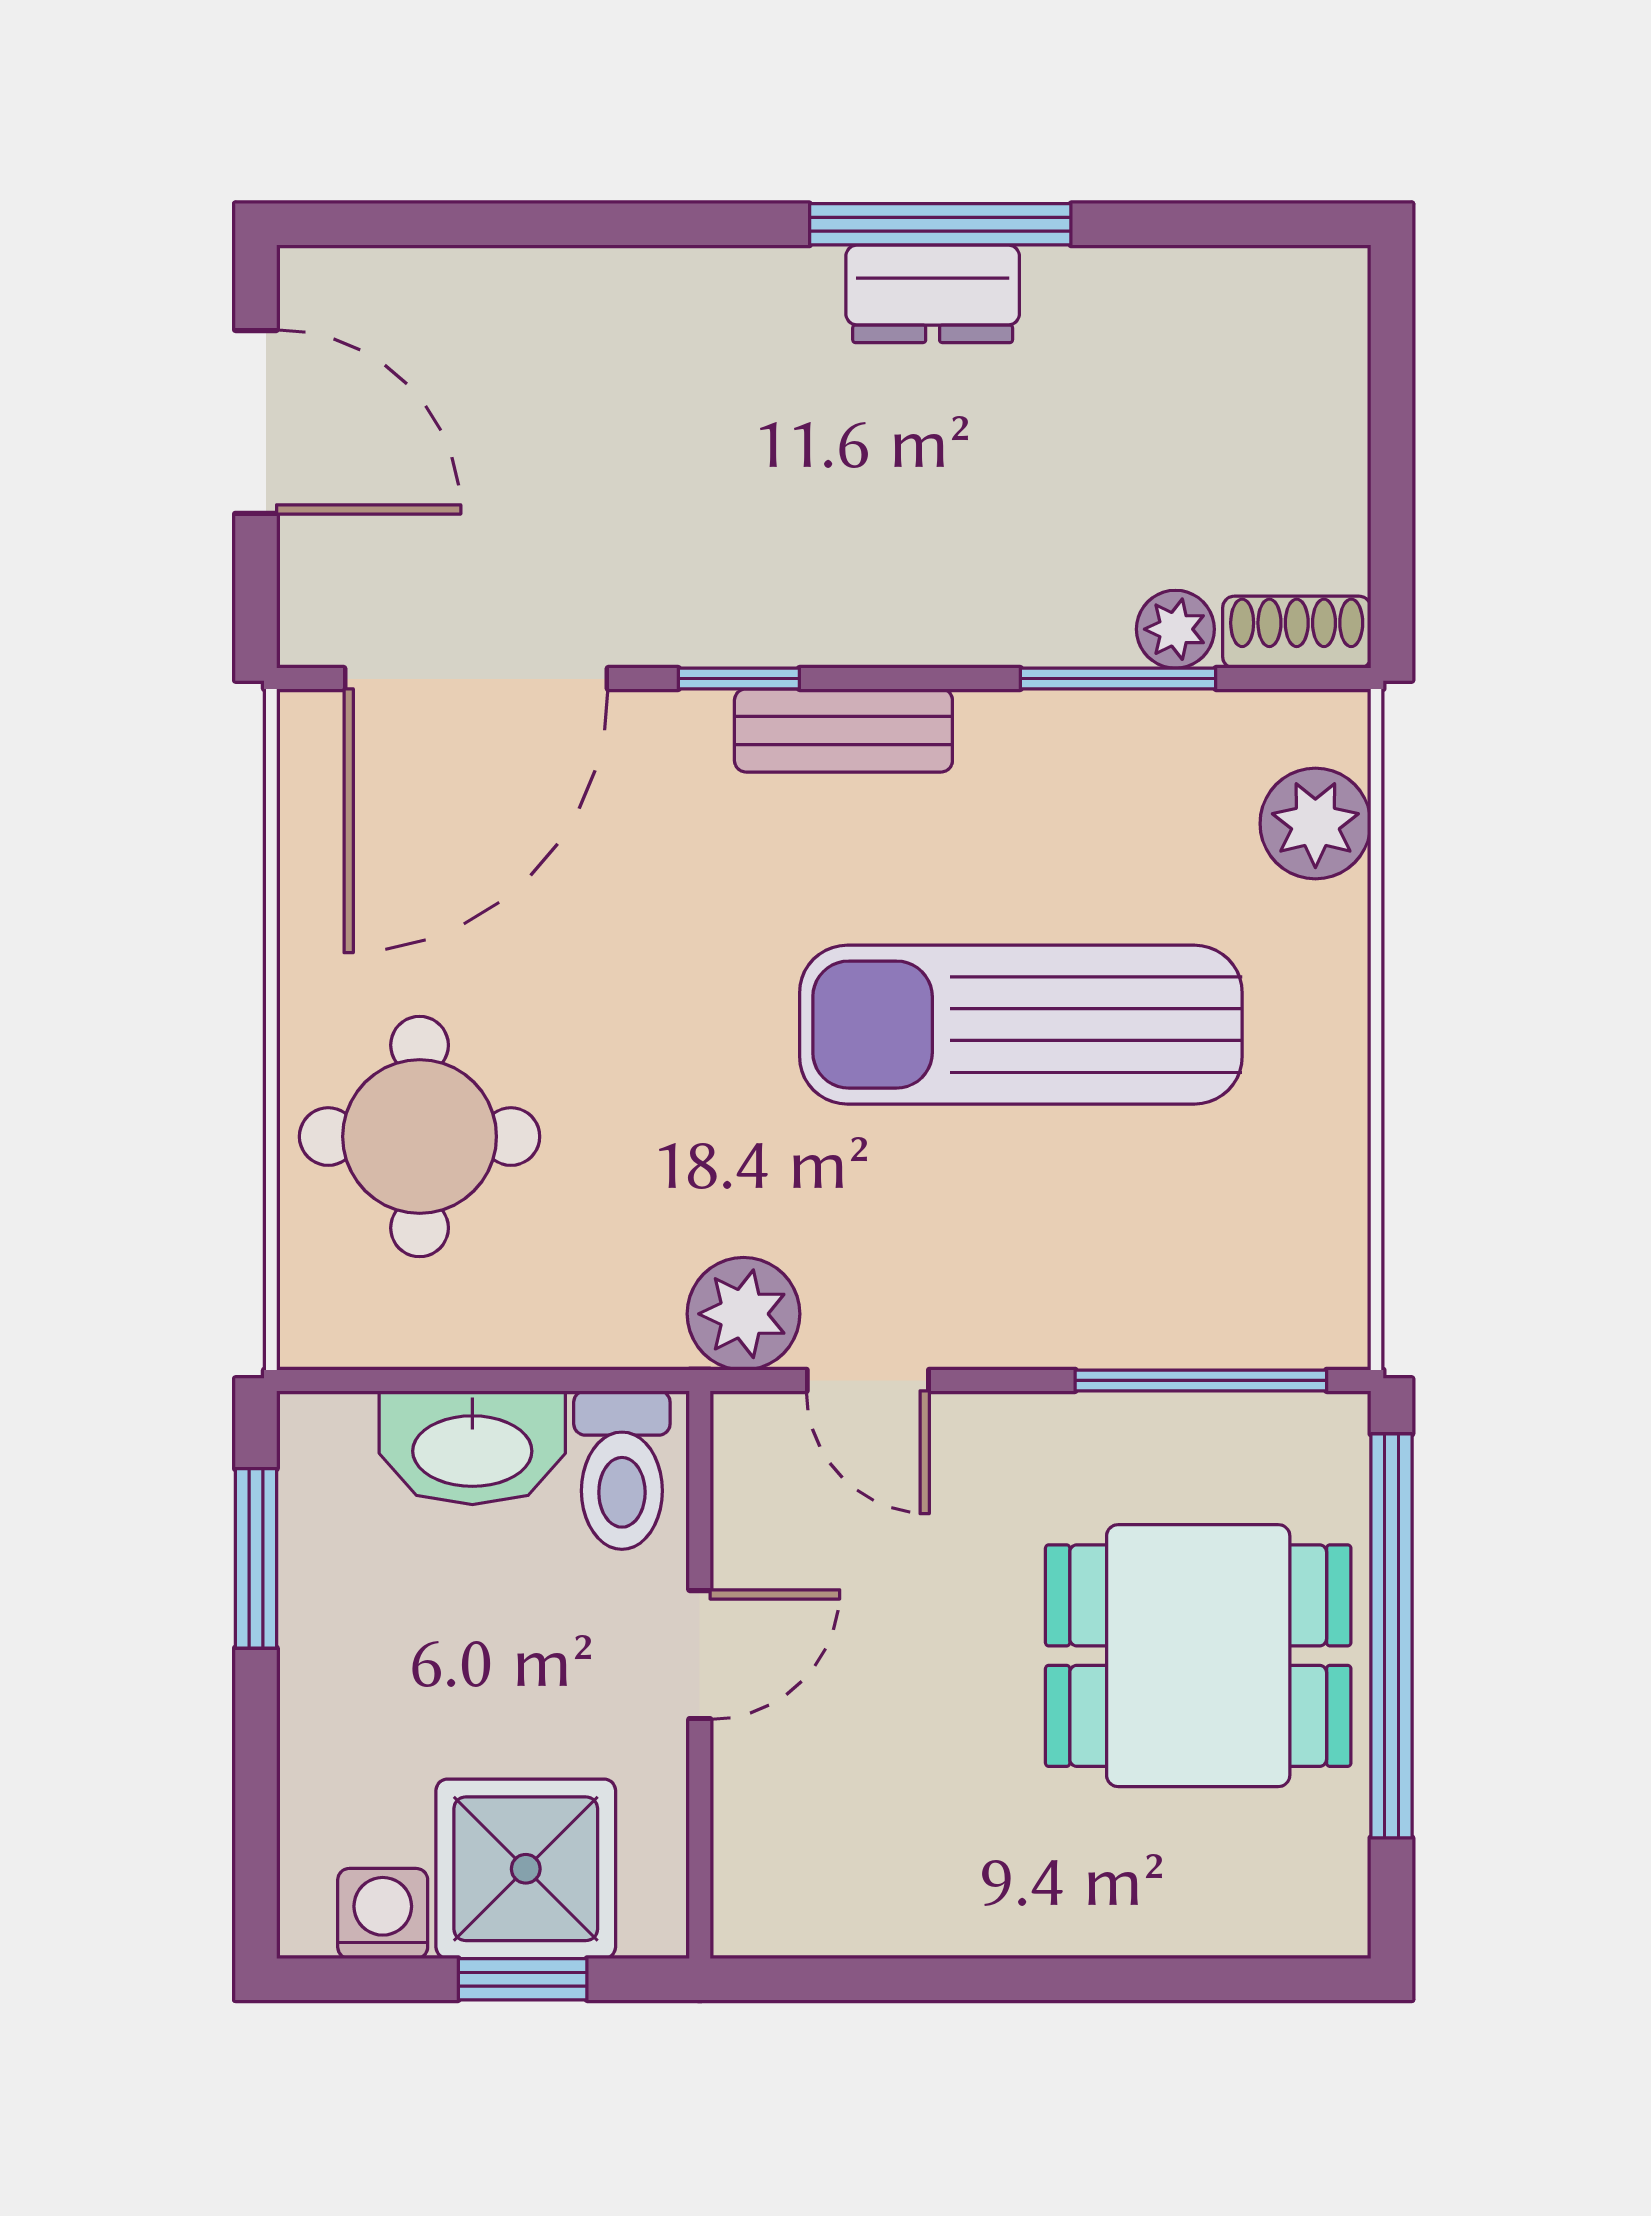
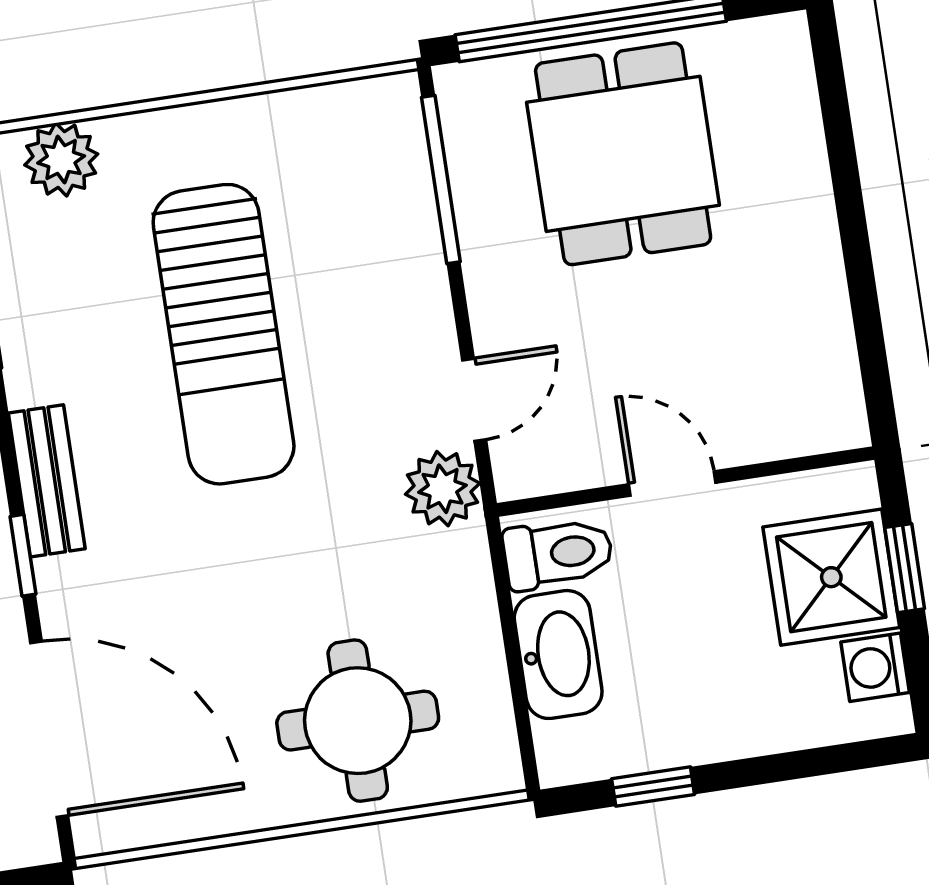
window: (256, 1558) -> (653, 787), width x0.67

